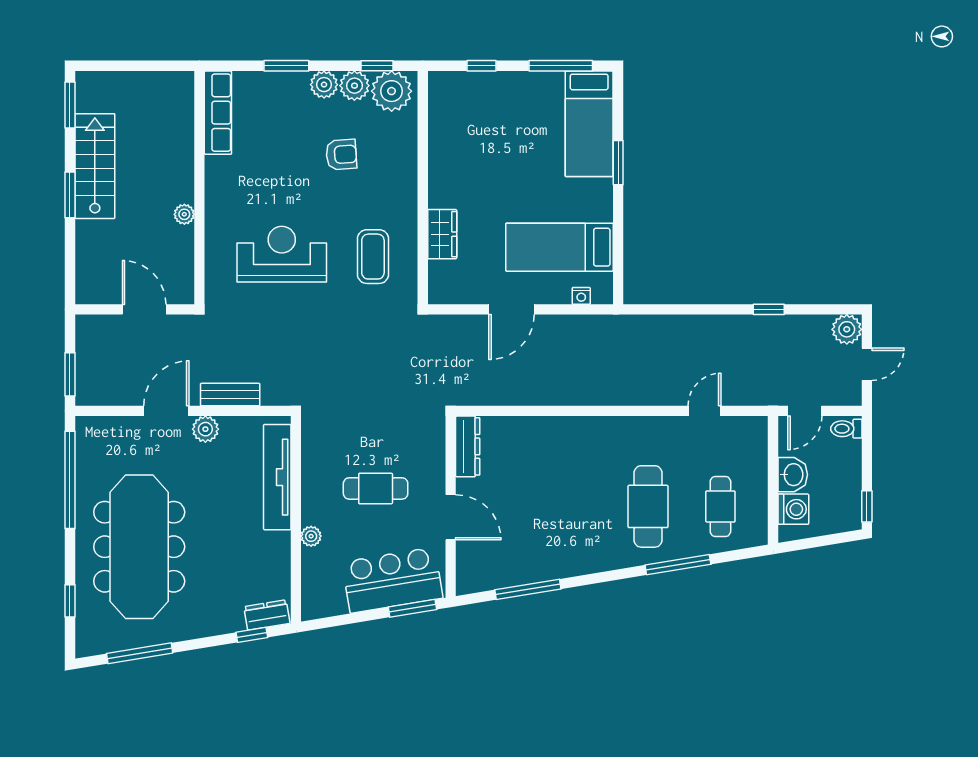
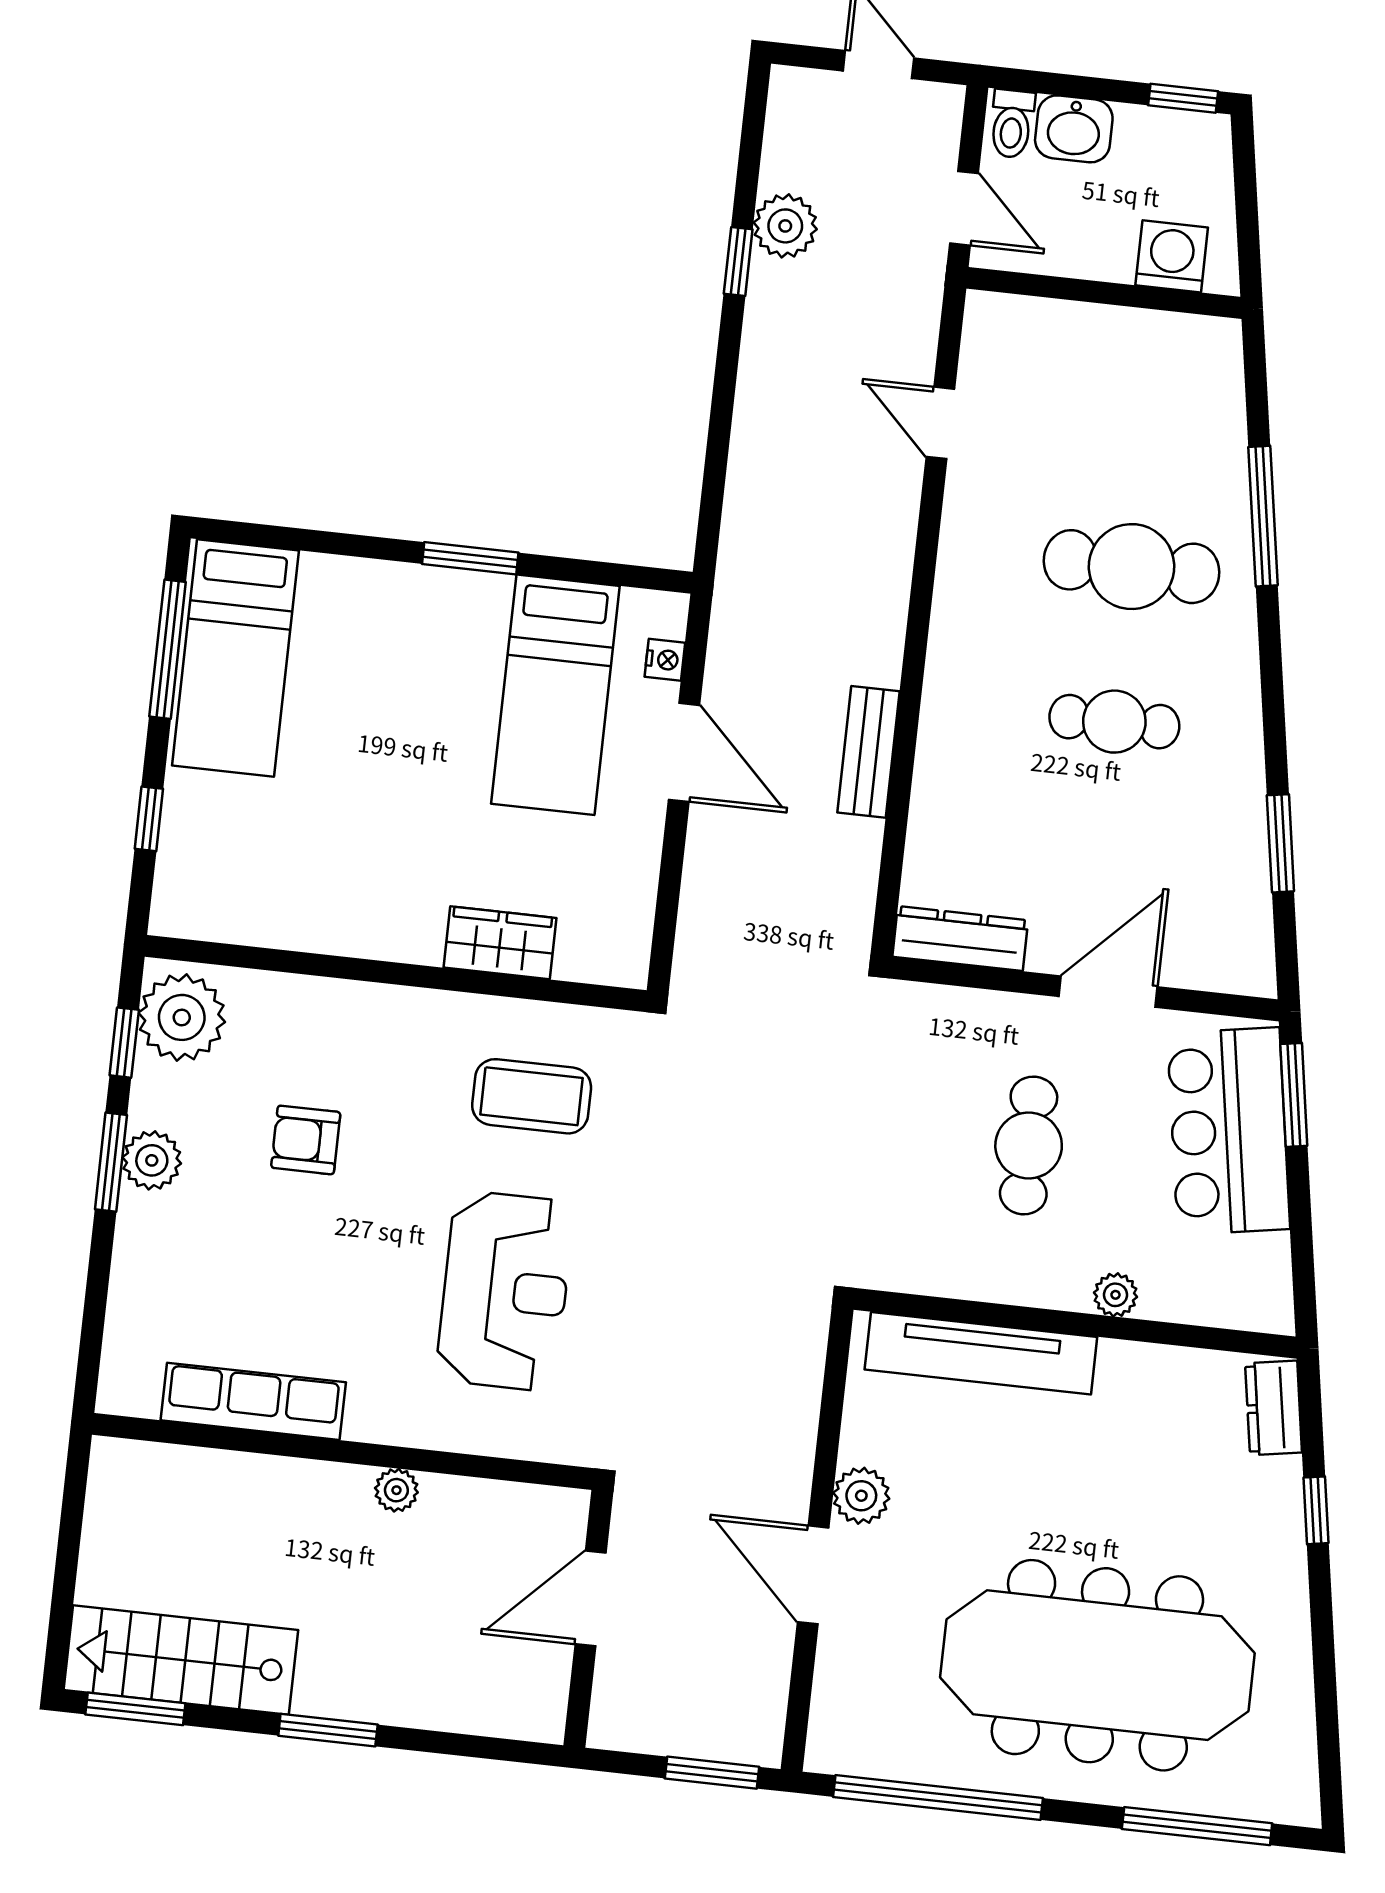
window: (286, 66) -> (111, 1162), moved
plant: (354, 86) -> (161, 1095), removed
row of seats: (218, 113) -> (253, 1401), moved
bed: (589, 124) -> (235, 658), moved, turned 90
armchair: (341, 155) -> (306, 1140), turned -86
window: (618, 163) -> (470, 558), moved
stairs: (95, 166) -> (181, 1660), moved
reception desk: (282, 254) -> (505, 1291), turned 180
door: (511, 309) -> (684, 752), moved
plant: (847, 329) -> (785, 226), moved
bench: (230, 395) -> (869, 752), moved
washbasin: (793, 475) -> (1074, 129), moved, turned 180
cafe table: (720, 506) -> (1114, 722), moved
window: (528, 589) -> (1280, 843), width x0.69
window: (70, 601) -> (1197, 1826), width x2.17
window: (252, 635) -> (1316, 1510), moved
window: (140, 653) -> (1325, 1689), removed

